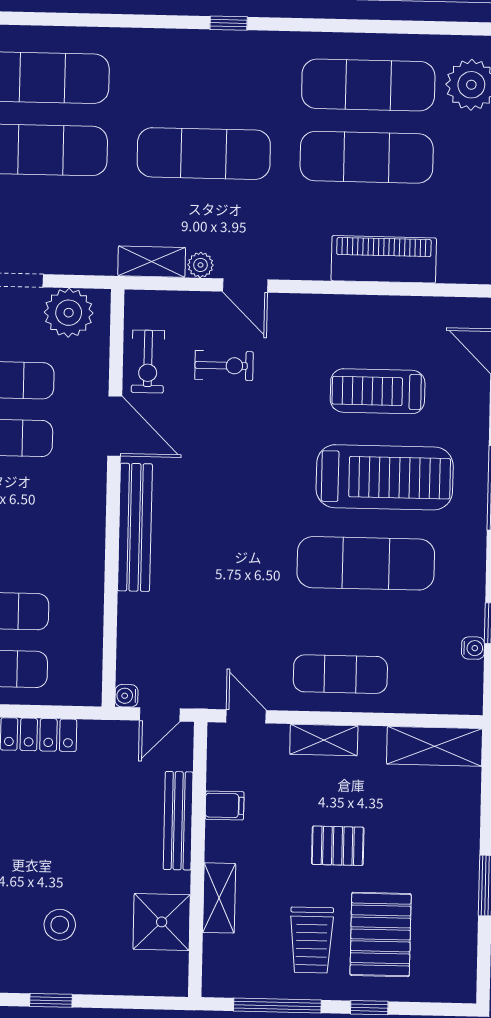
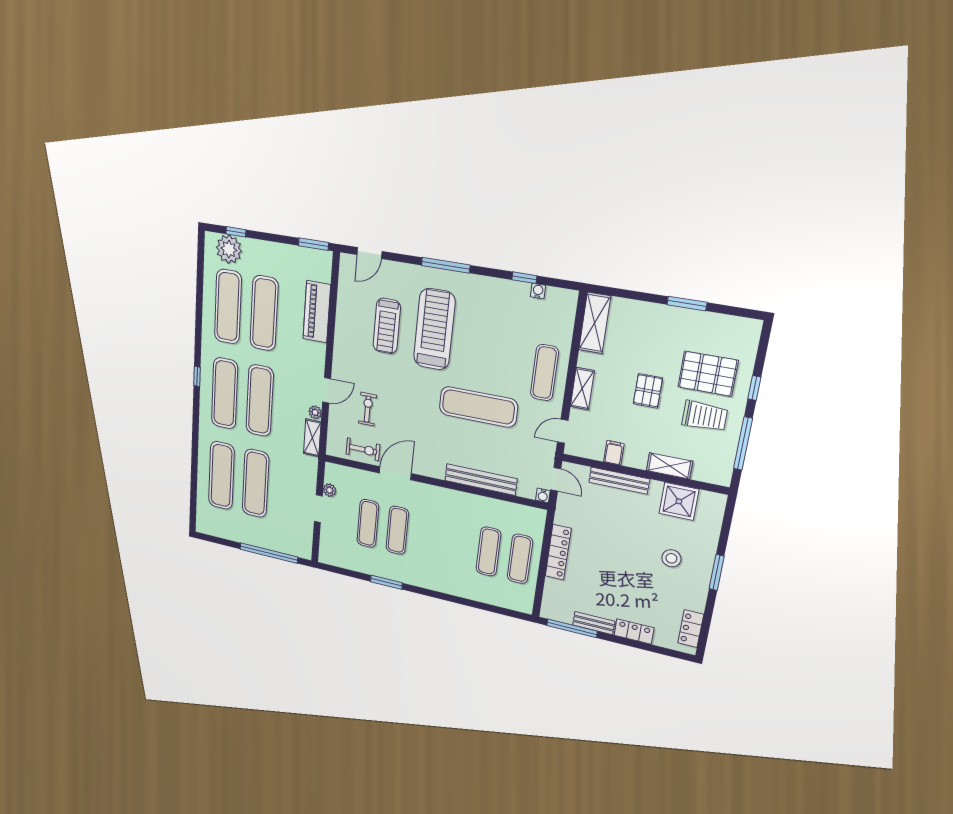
exercise mat: (205, 81) -> (225, 393), added
plant: (69, 313) -> (330, 490), width x0.53, depth x0.53
bench: (135, 527) -> (481, 480), moved
exercise mat: (366, 563) -> (478, 407), moved, turned 90
window: (51, 1000) -> (717, 572), width x1.50

